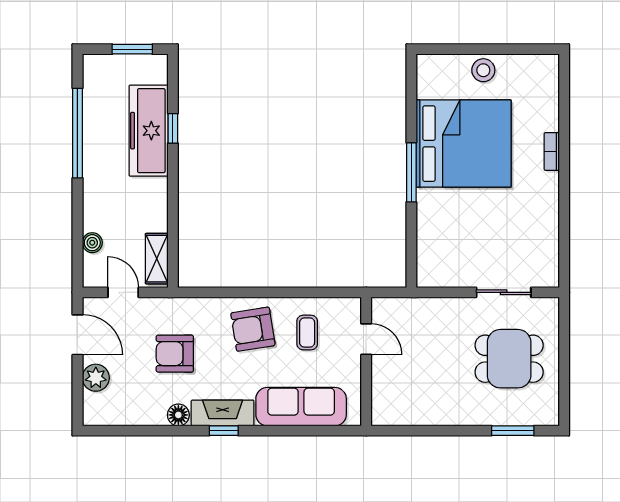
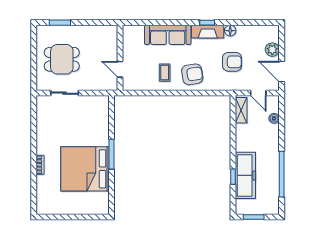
stool: (483, 70) -> (75, 206), removed
door: (366, 339) -> (120, 69), moved
wall: (366, 362) -> (120, 58), moved

